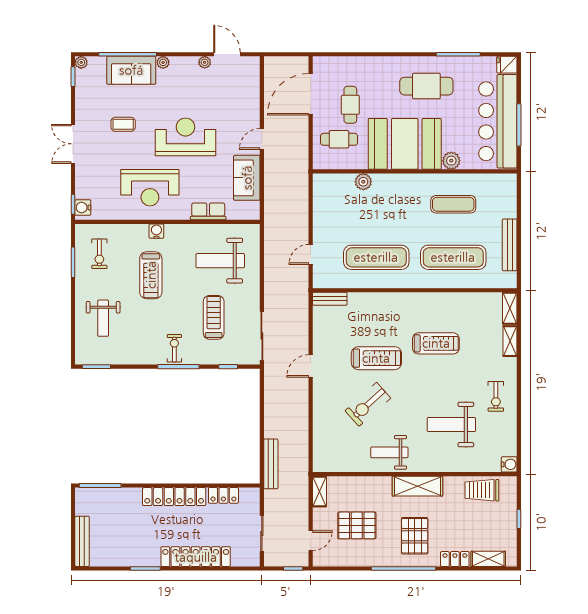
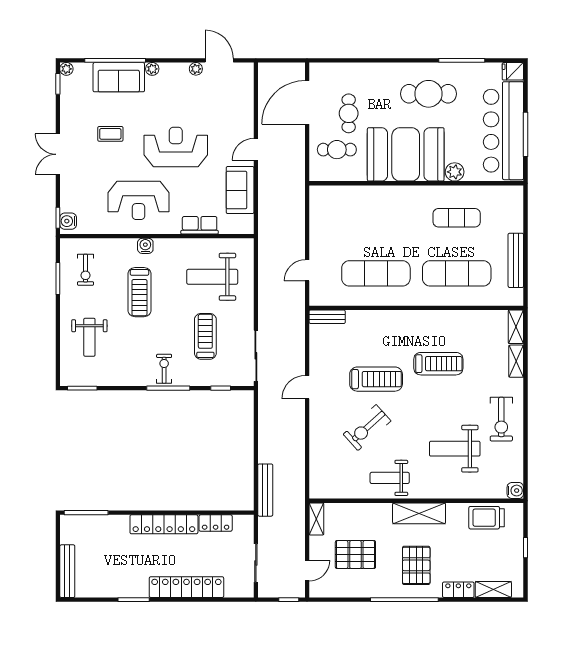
plant: (363, 182) -> (362, 194), removed
exercise bike: (496, 396) -> (501, 419), width x1.38, depth x1.39

